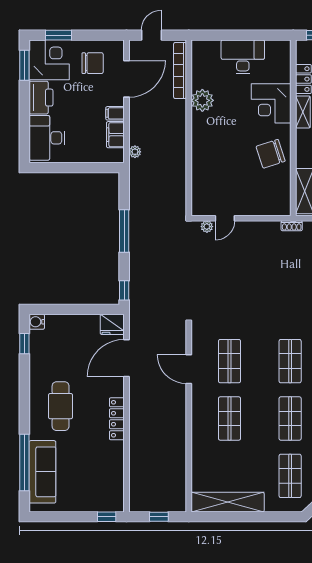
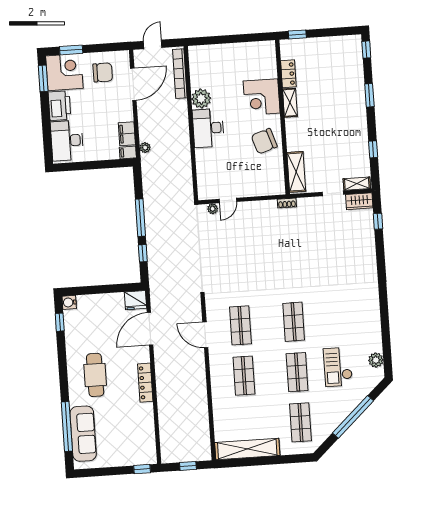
desk: (243, 57) -> (208, 128), moved, turned -90
filing cabinet: (115, 113) -> (128, 152), moved
window: (124, 290) -> (143, 253), moved

